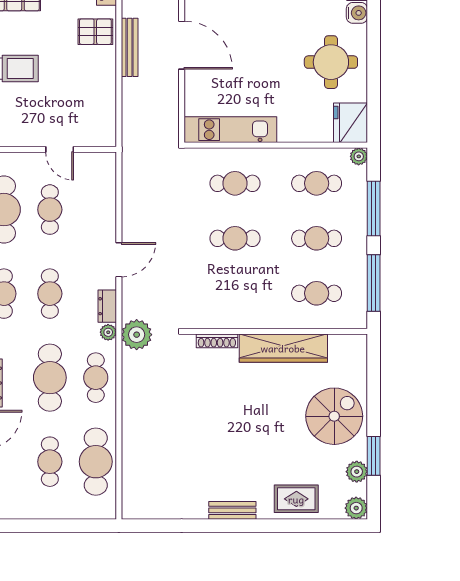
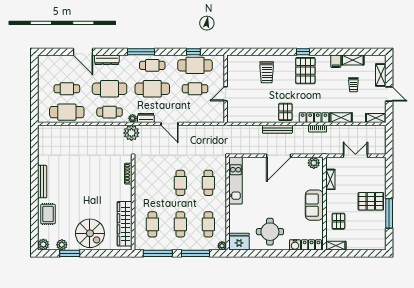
cafe table: (50, 294) -> (152, 89), width x1.37, depth x1.35
wardrobe: (283, 348) -> (125, 224), moved
bench: (232, 510) -> (42, 182), width x1.36

